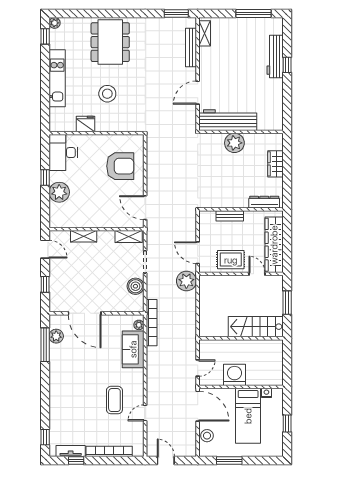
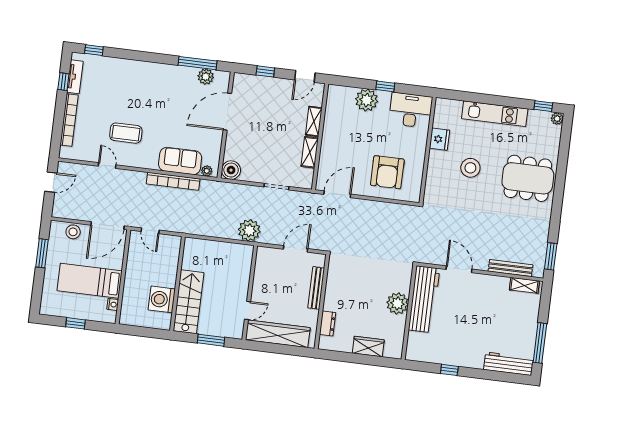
workbench: (275, 56) -> (509, 364), moved
window: (287, 65) -> (449, 370), moved
dresser: (264, 202) -> (328, 323), width x0.70
bench: (230, 216) -> (316, 288), width x1.36
shelving: (129, 237) -> (310, 152), moved
door: (198, 253) -> (296, 249), moved
rug: (231, 260) -> (267, 283), removed
boiler: (135, 286) -> (231, 170), moved
bookcase: (152, 323) -> (173, 181), moved
washing machine: (235, 375) -> (162, 299), moved, turned 180

